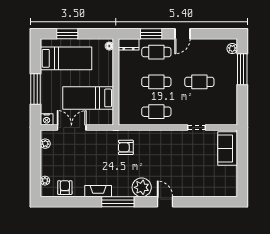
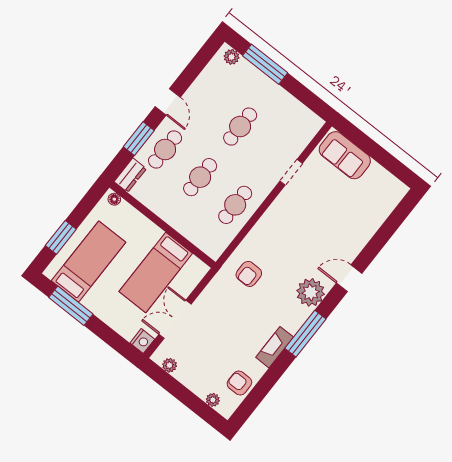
window: (36, 89) -> (71, 306), moved

